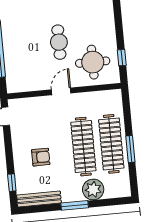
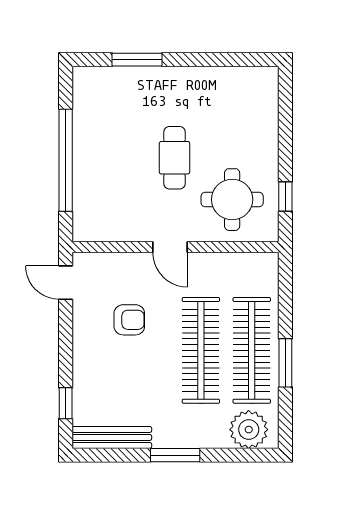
door: (61, 91) -> (170, 247), swing flipped
armchair: (41, 157) -> (129, 320), moved
plant: (93, 189) -> (249, 430), moved

